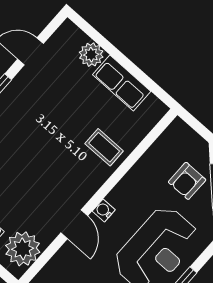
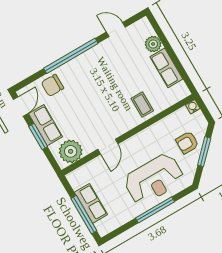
water cooler: (104, 210) -> (193, 107), moved

